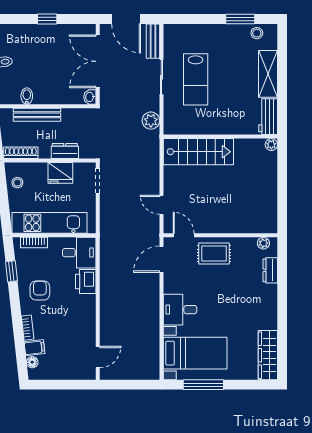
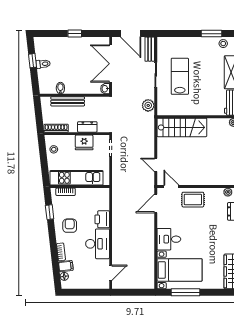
lab bench: (196, 79) -> (180, 76), turned 180
desk: (79, 253) -> (98, 244), moved, width x1.37

